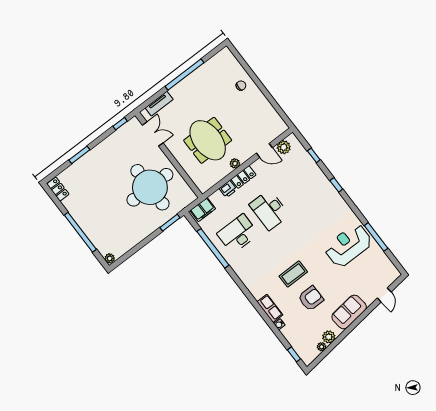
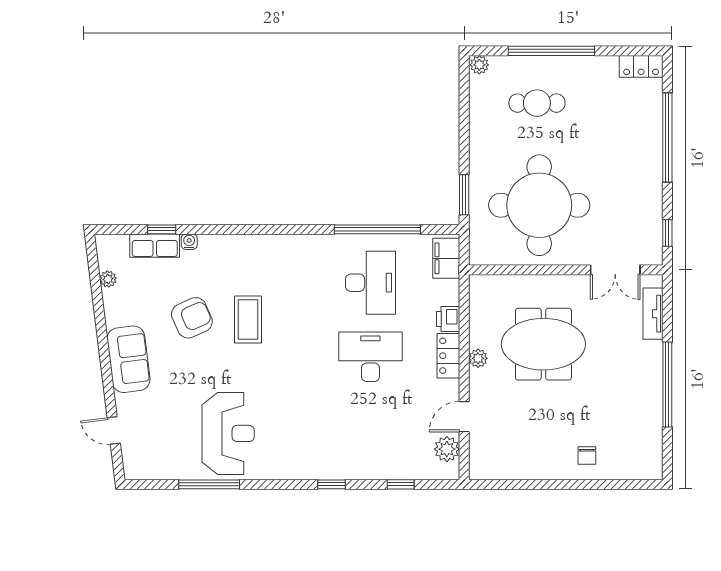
window: (79, 155) -> (667, 137), width x2.11
cafe table: (107, 221) -> (537, 103), added
armchair: (311, 298) -> (192, 318), turned -114
row of seats: (270, 308) -> (155, 246), moved
plant: (329, 337) -> (114, 301), removed
window: (294, 354) -> (162, 229), moved

